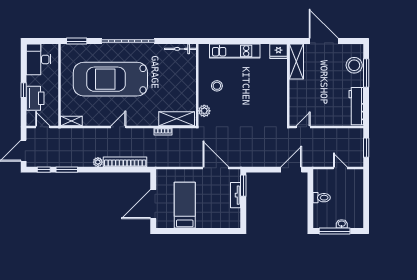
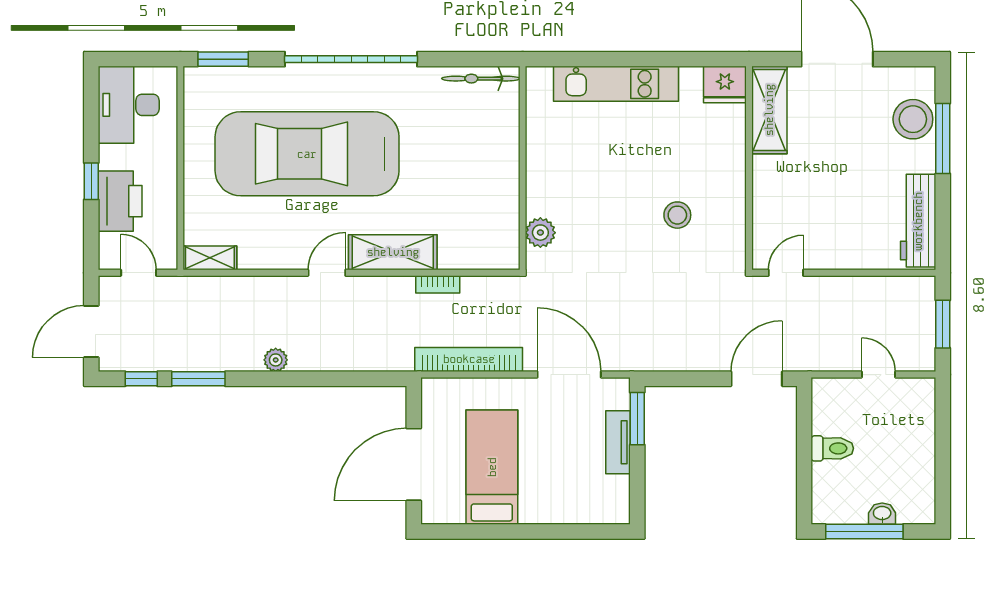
stool: (217, 86) -> (677, 215), moved
shelving: (177, 119) -> (393, 252), moved
bookcase: (125, 162) -> (469, 359), moved

